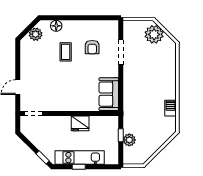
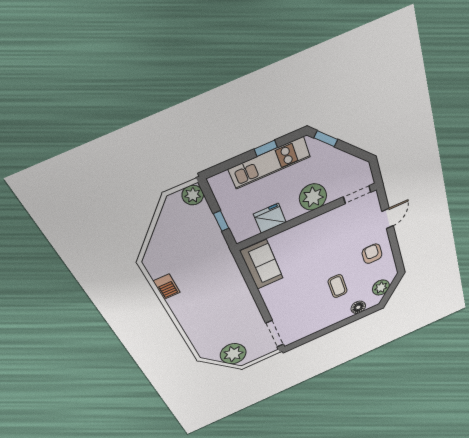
armchair: (92, 47) -> (372, 254), moved
doorway: (121, 52) -> (275, 334), moved
fridge: (80, 123) -> (270, 218), moved
plant: (62, 125) -> (313, 197), added
plant: (129, 140) -> (193, 195), moved

